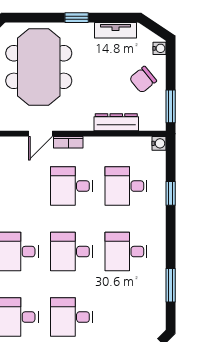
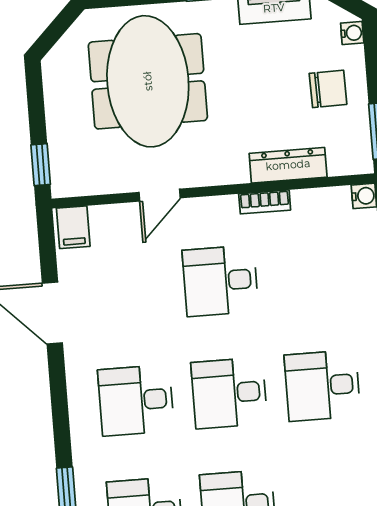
chair: (143, 80) -> (328, 89), turned -142
bookcase: (68, 142) -> (265, 202), moved
desk: (126, 186) -> (313, 273), removed

